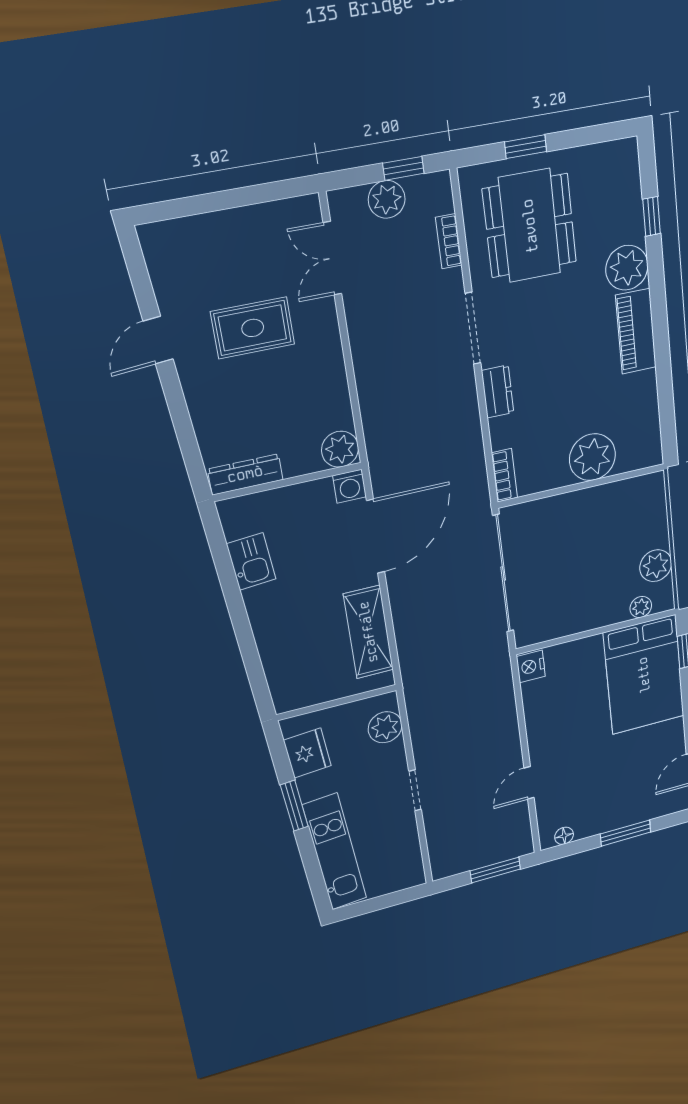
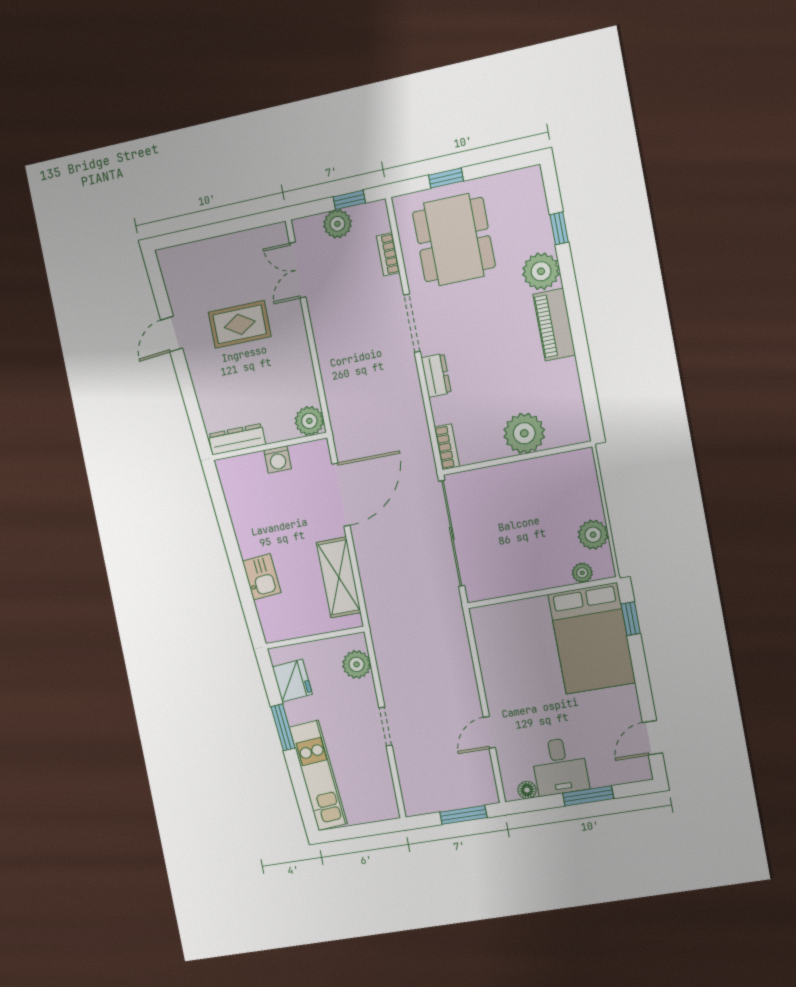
washing machine: (350, 486) -> (278, 460), moved
kitchen sink: (251, 561) -> (262, 577), moved
nightstand: (531, 666) -> (483, 621), removed
desk: (600, 808) -> (560, 766), added

